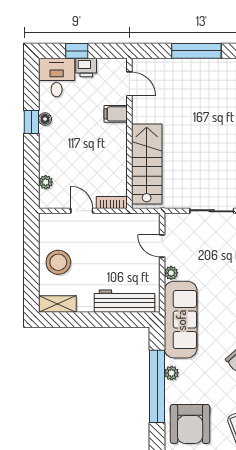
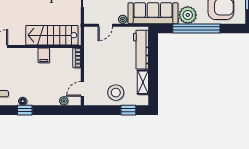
filing cabinet: (116, 114) -> (44, 55), moved
door: (82, 211) -> (82, 89), moved
window: (31, 282) -> (128, 110), added
shelving: (57, 304) -> (143, 82), moved
plant: (172, 373) -> (188, 15), width x1.88, depth x1.88

